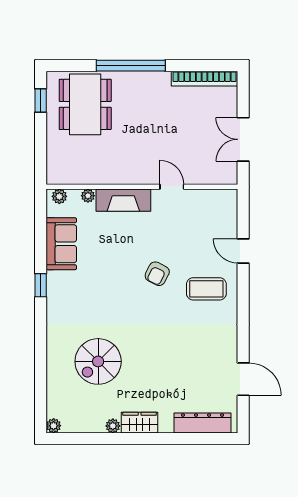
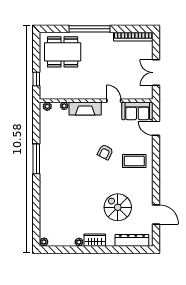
window: (41, 100) -> (36, 79), moved
dining table: (85, 104) -> (63, 52), turned 90
sofa: (61, 244) -> (137, 111), moved, turned 90
door: (243, 251) -> (156, 128), moved
window: (41, 285) -> (36, 159), width x2.17
spiral stairs: (98, 361) -> (118, 207), moved, turned 90

